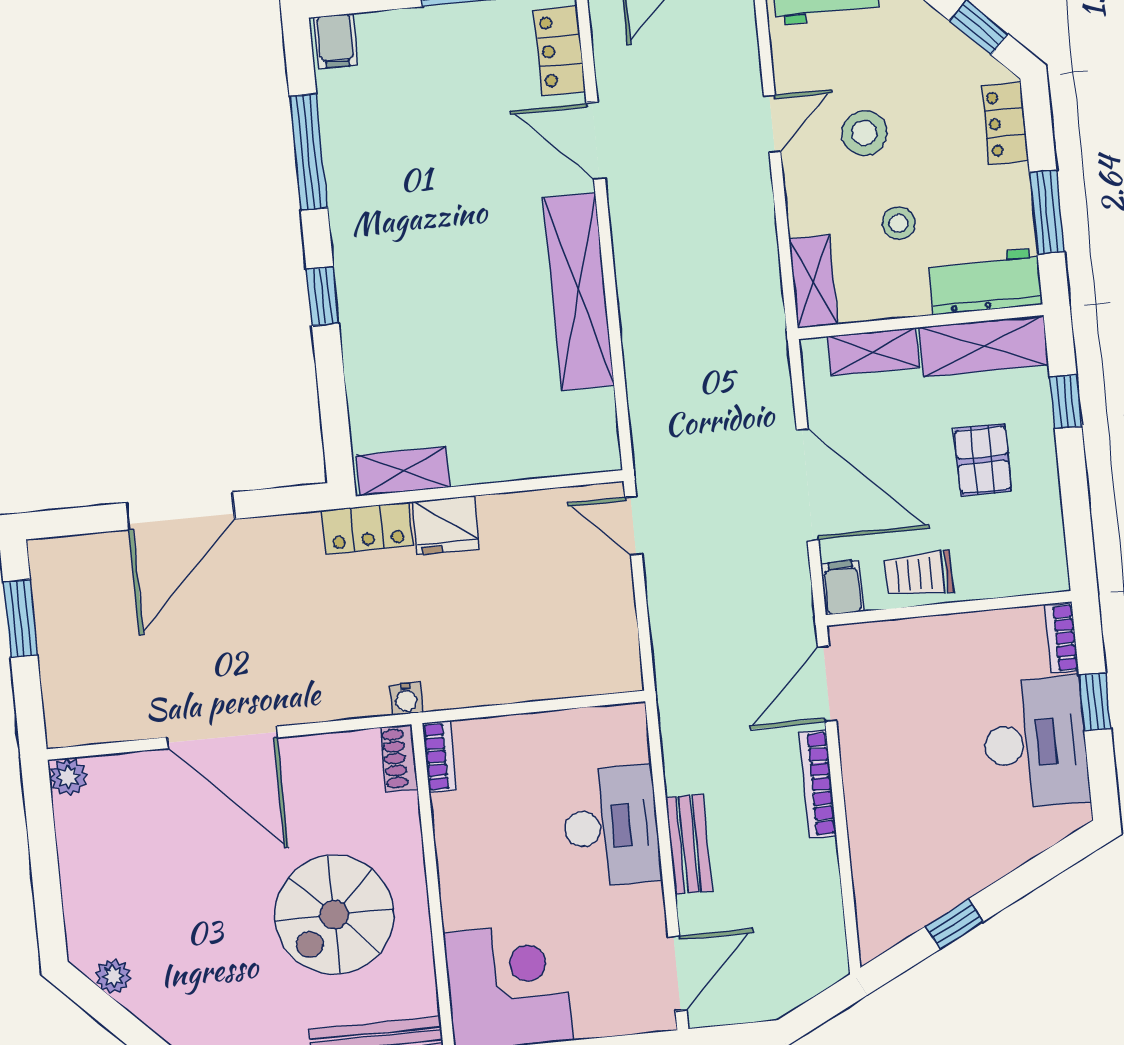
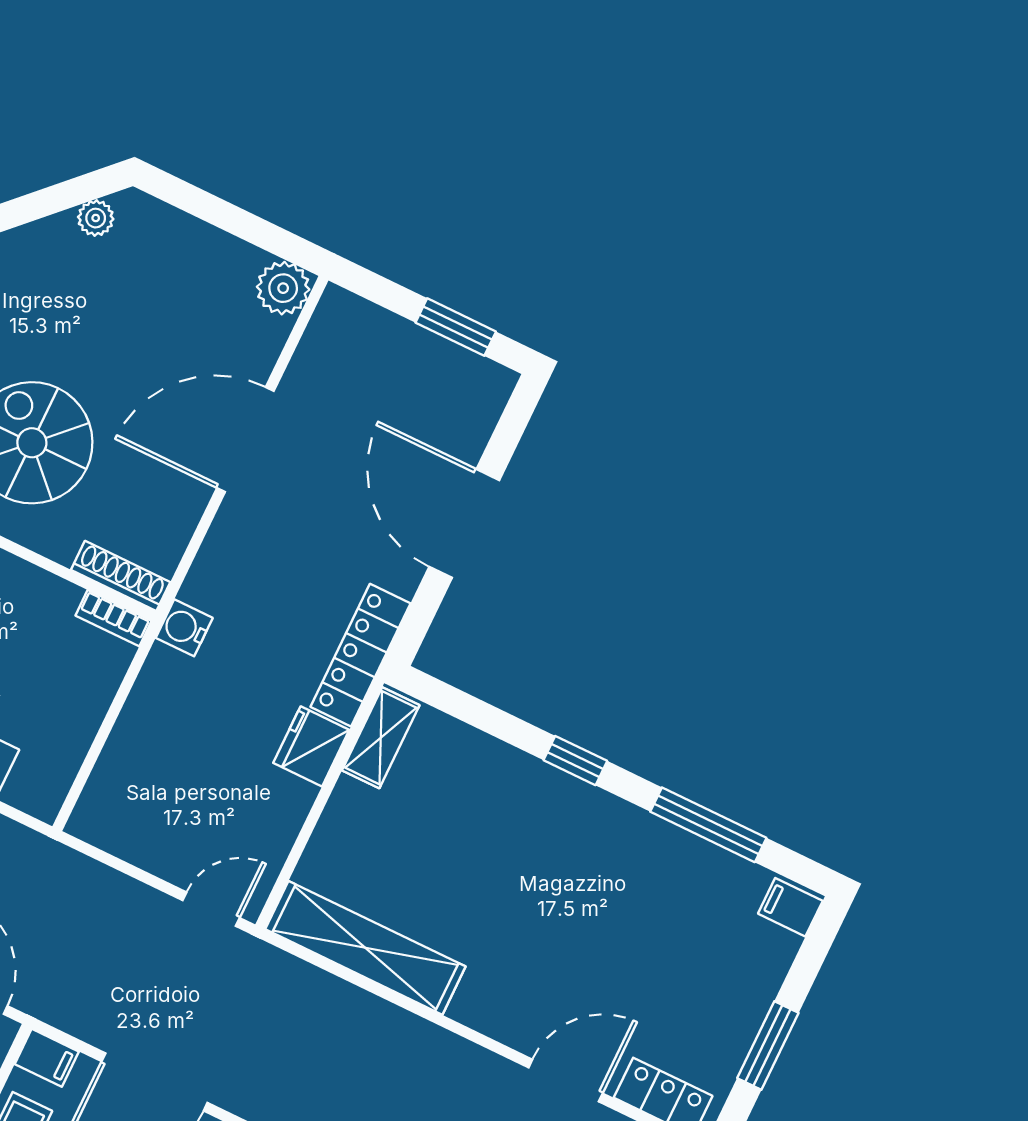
shelving: (579, 291) -> (365, 948), moved
locker: (367, 528) -> (360, 655), width x1.53
water cooler: (406, 699) -> (184, 628), width x1.38, depth x1.38
shoe rack: (399, 758) -> (121, 576), width x1.43
plant: (68, 777) -> (283, 288), width x1.38, depth x1.38

